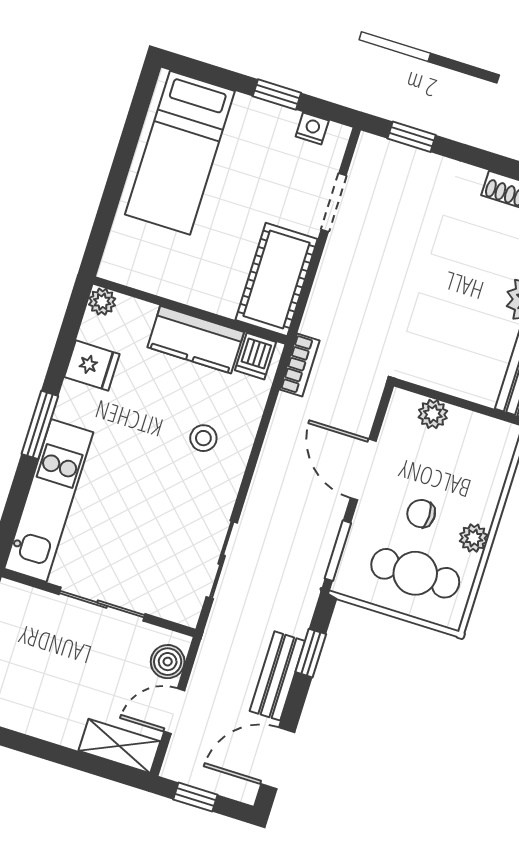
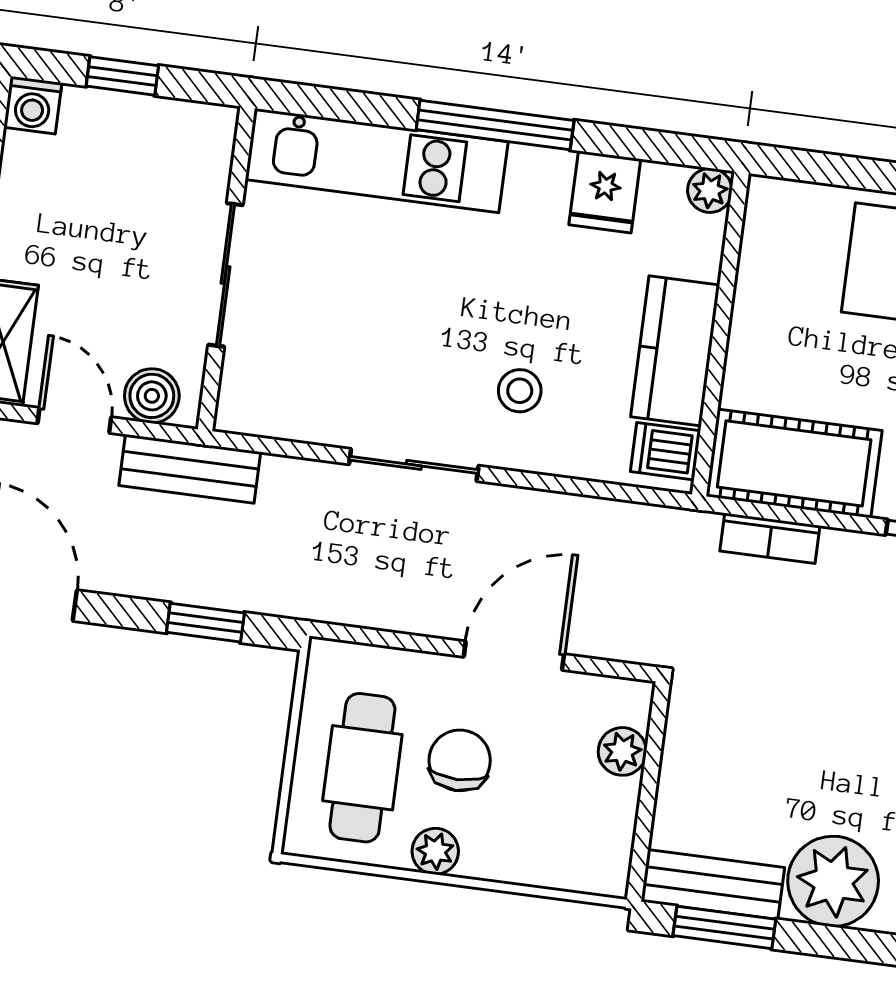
bookcase: (300, 365) -> (770, 538), moved
window: (40, 425) -> (495, 125), width x1.44
chair: (421, 514) -> (460, 760), width x1.37, depth x1.37
window: (338, 551) -> (377, 638), removed
sliding door: (222, 560) -> (414, 465), moved
bench: (277, 676) -> (190, 469), moved

